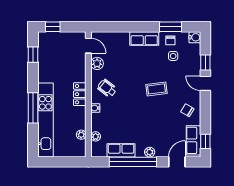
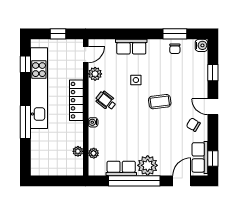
window: (53, 27) -> (58, 34), moved
row of seats: (144, 39) -> (131, 47), moved
door: (88, 46) -> (86, 54), hinge flipped
side table: (173, 56) -> (136, 80), moved
door: (205, 83) -> (213, 107), moved
locker: (80, 94) -> (76, 100), width x1.53
kitchen unit: (45, 120) -> (39, 88), moved
plant: (150, 152) -> (148, 165), width x1.88, depth x1.88

